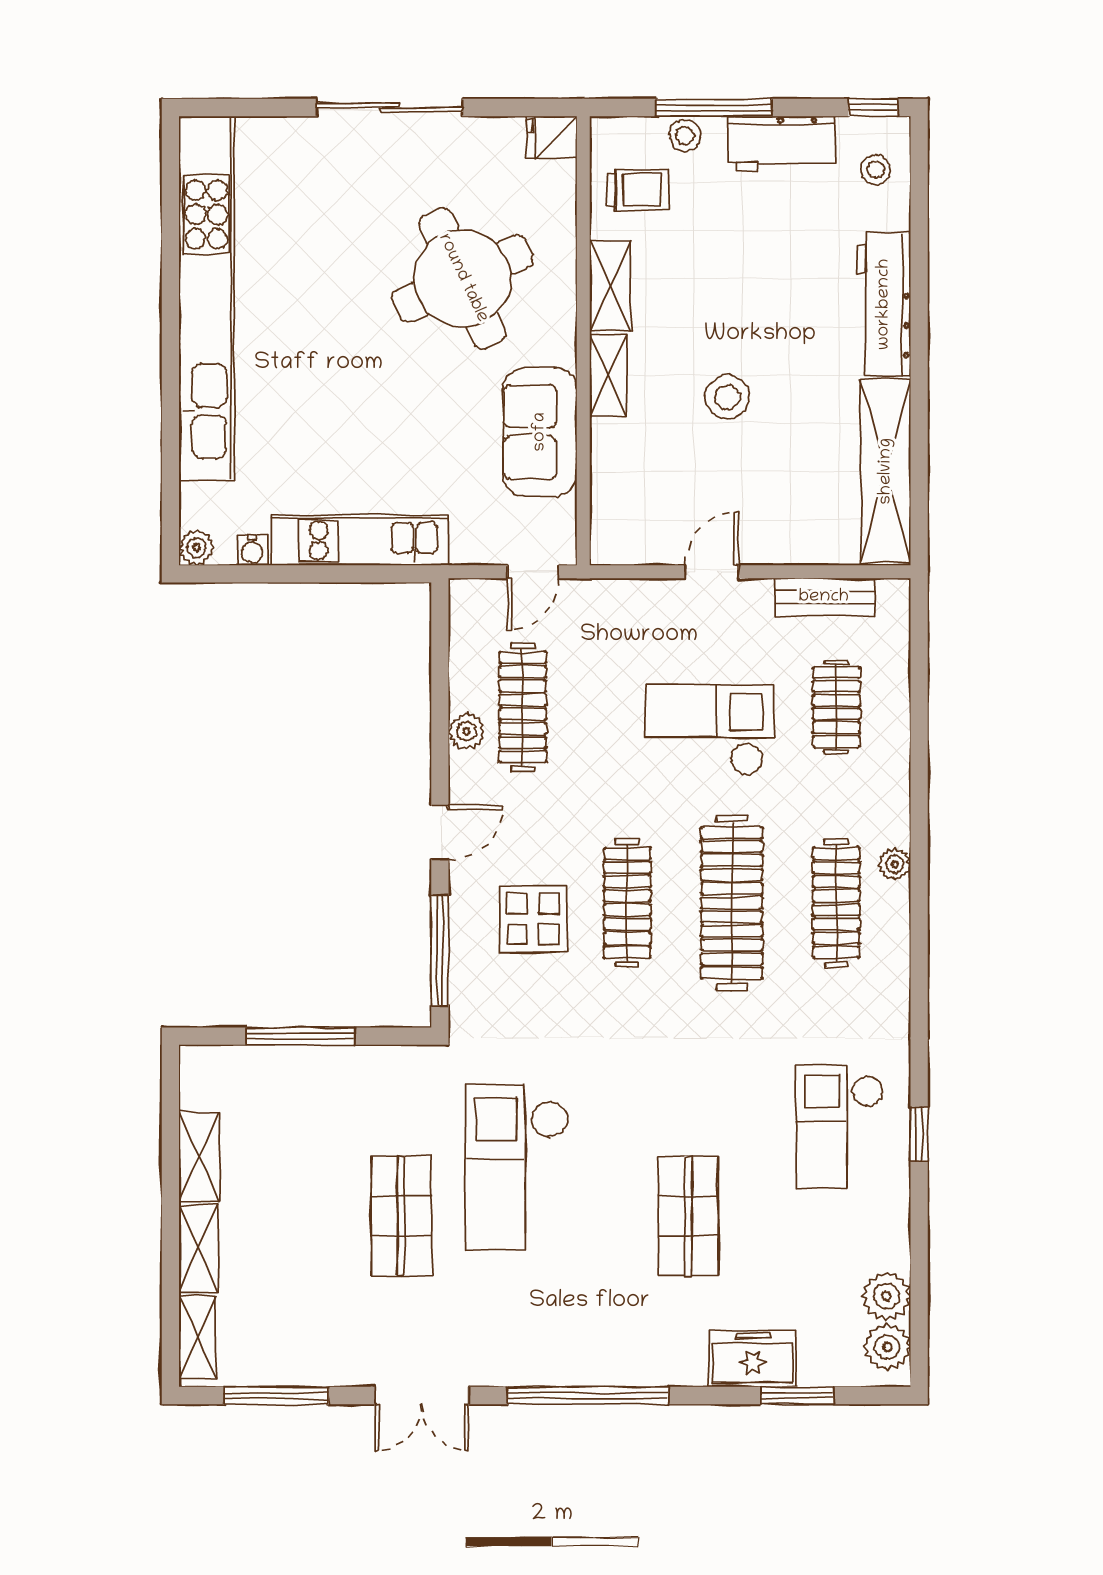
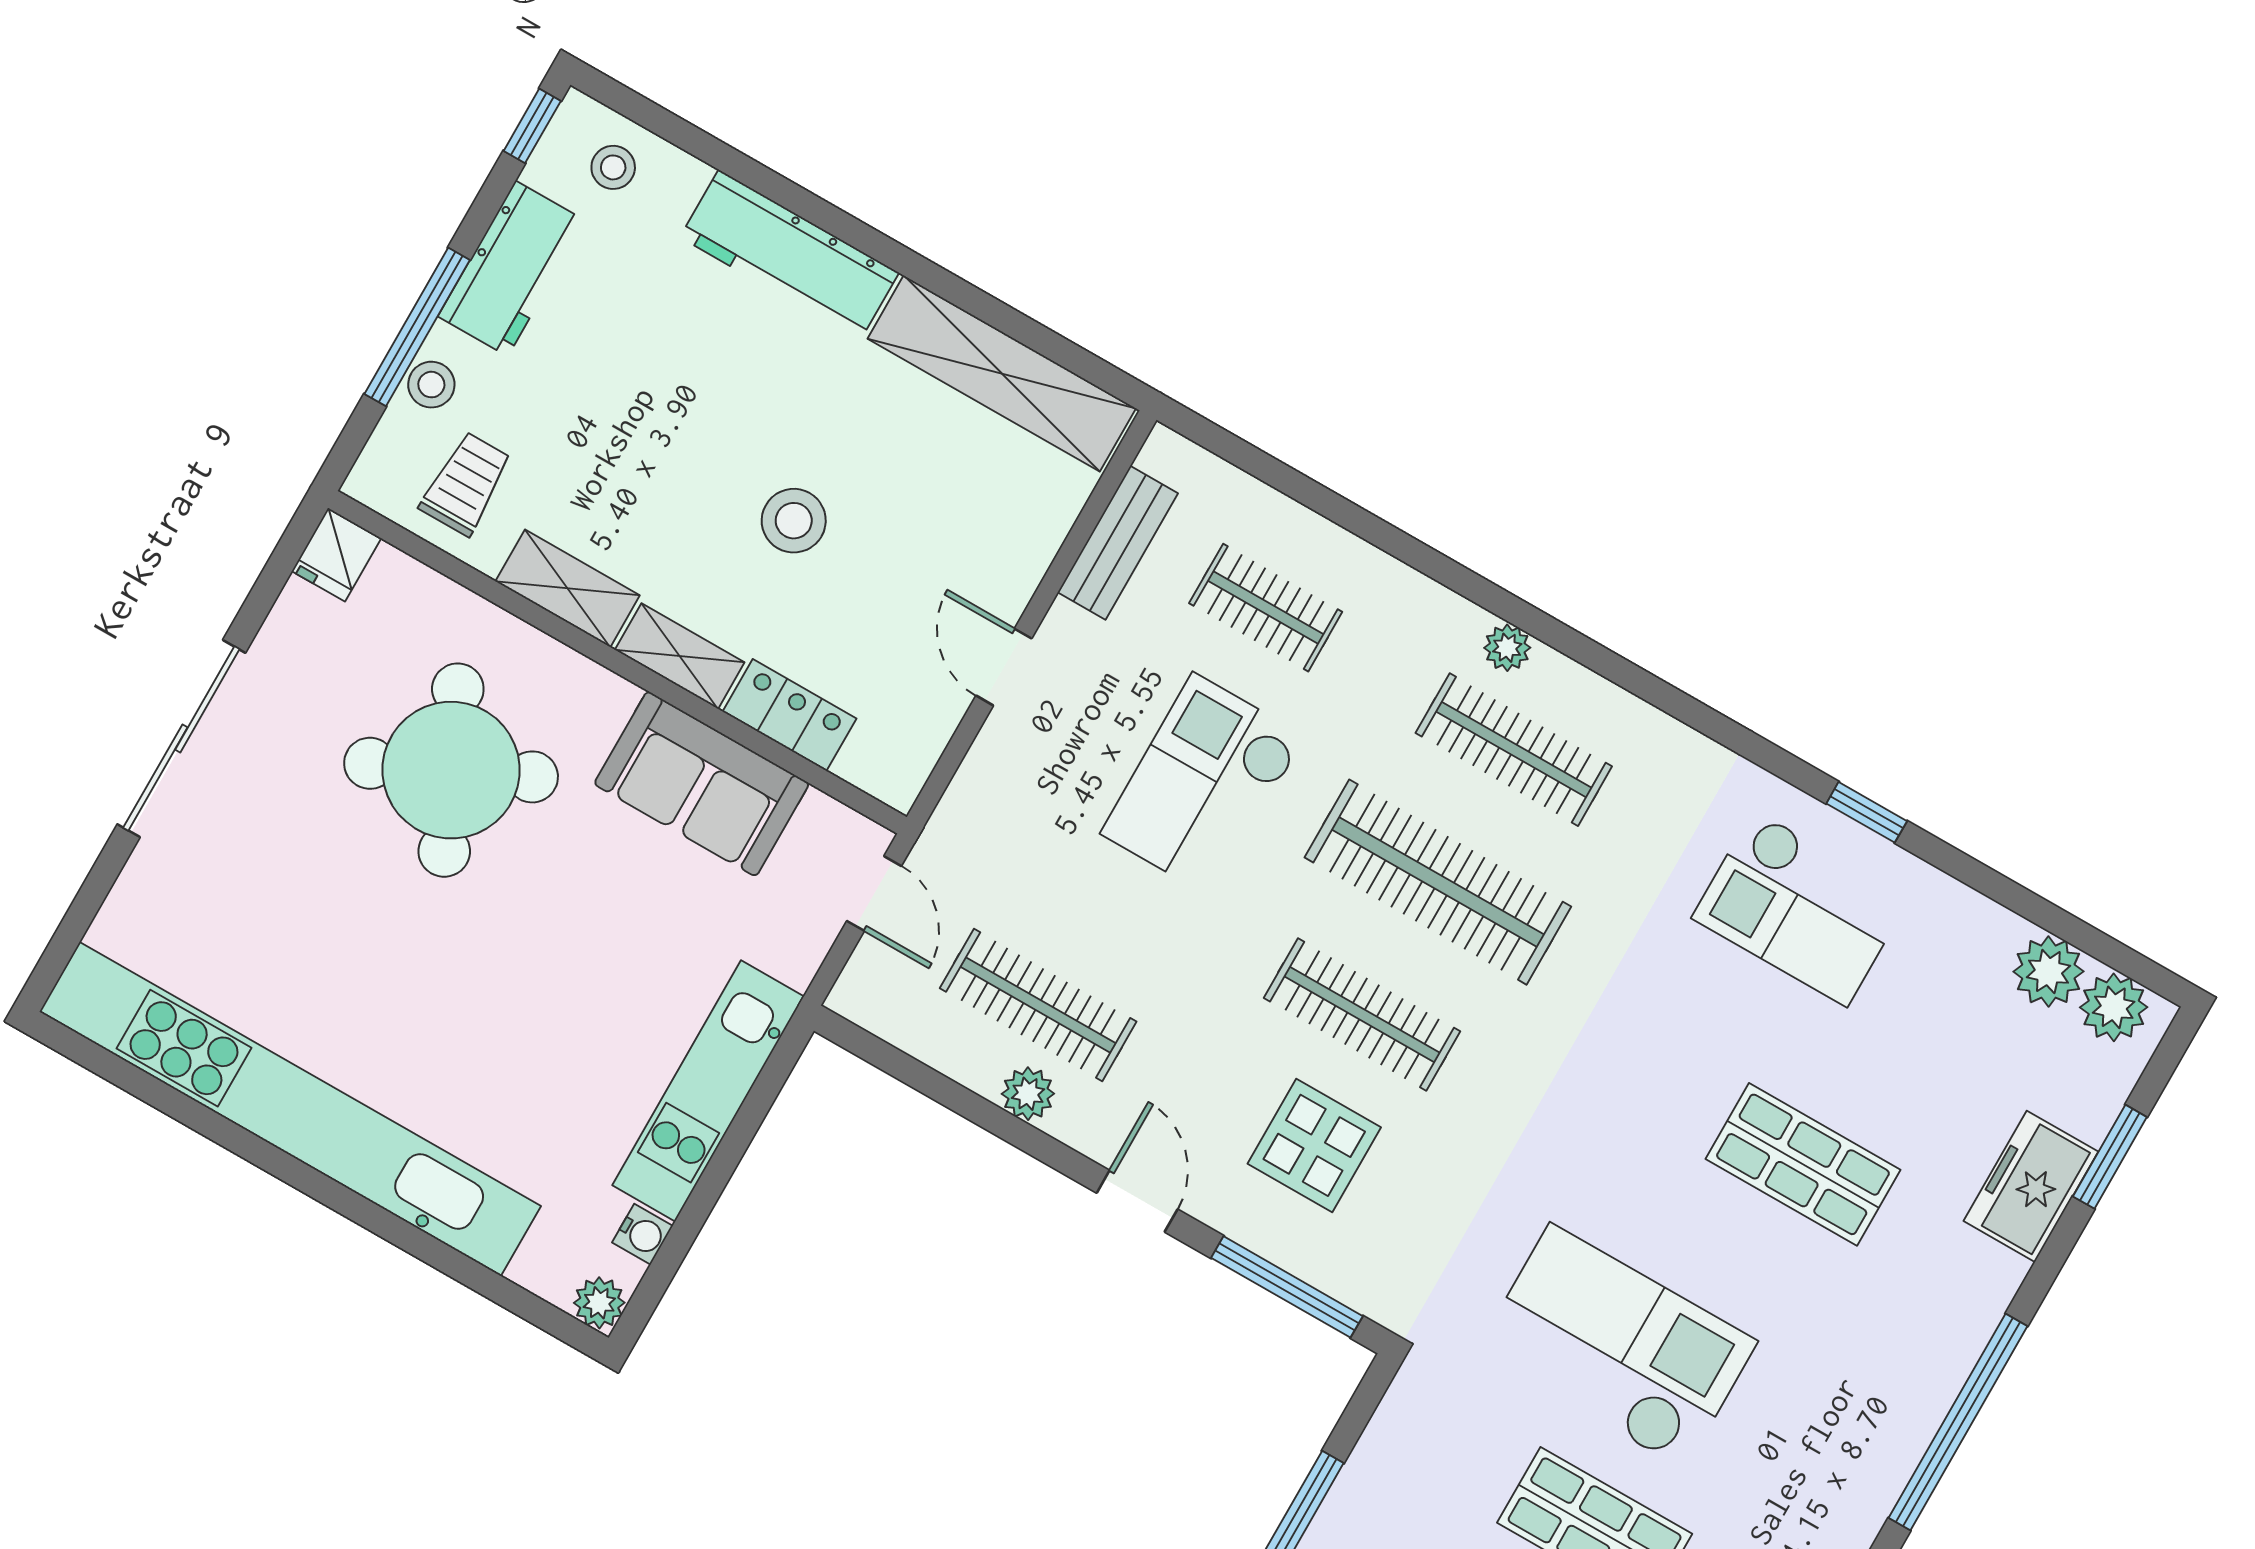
locker: (610, 461) -> (789, 715), added
checkout: (517, 1167) -> (1617, 1347), turned 180

